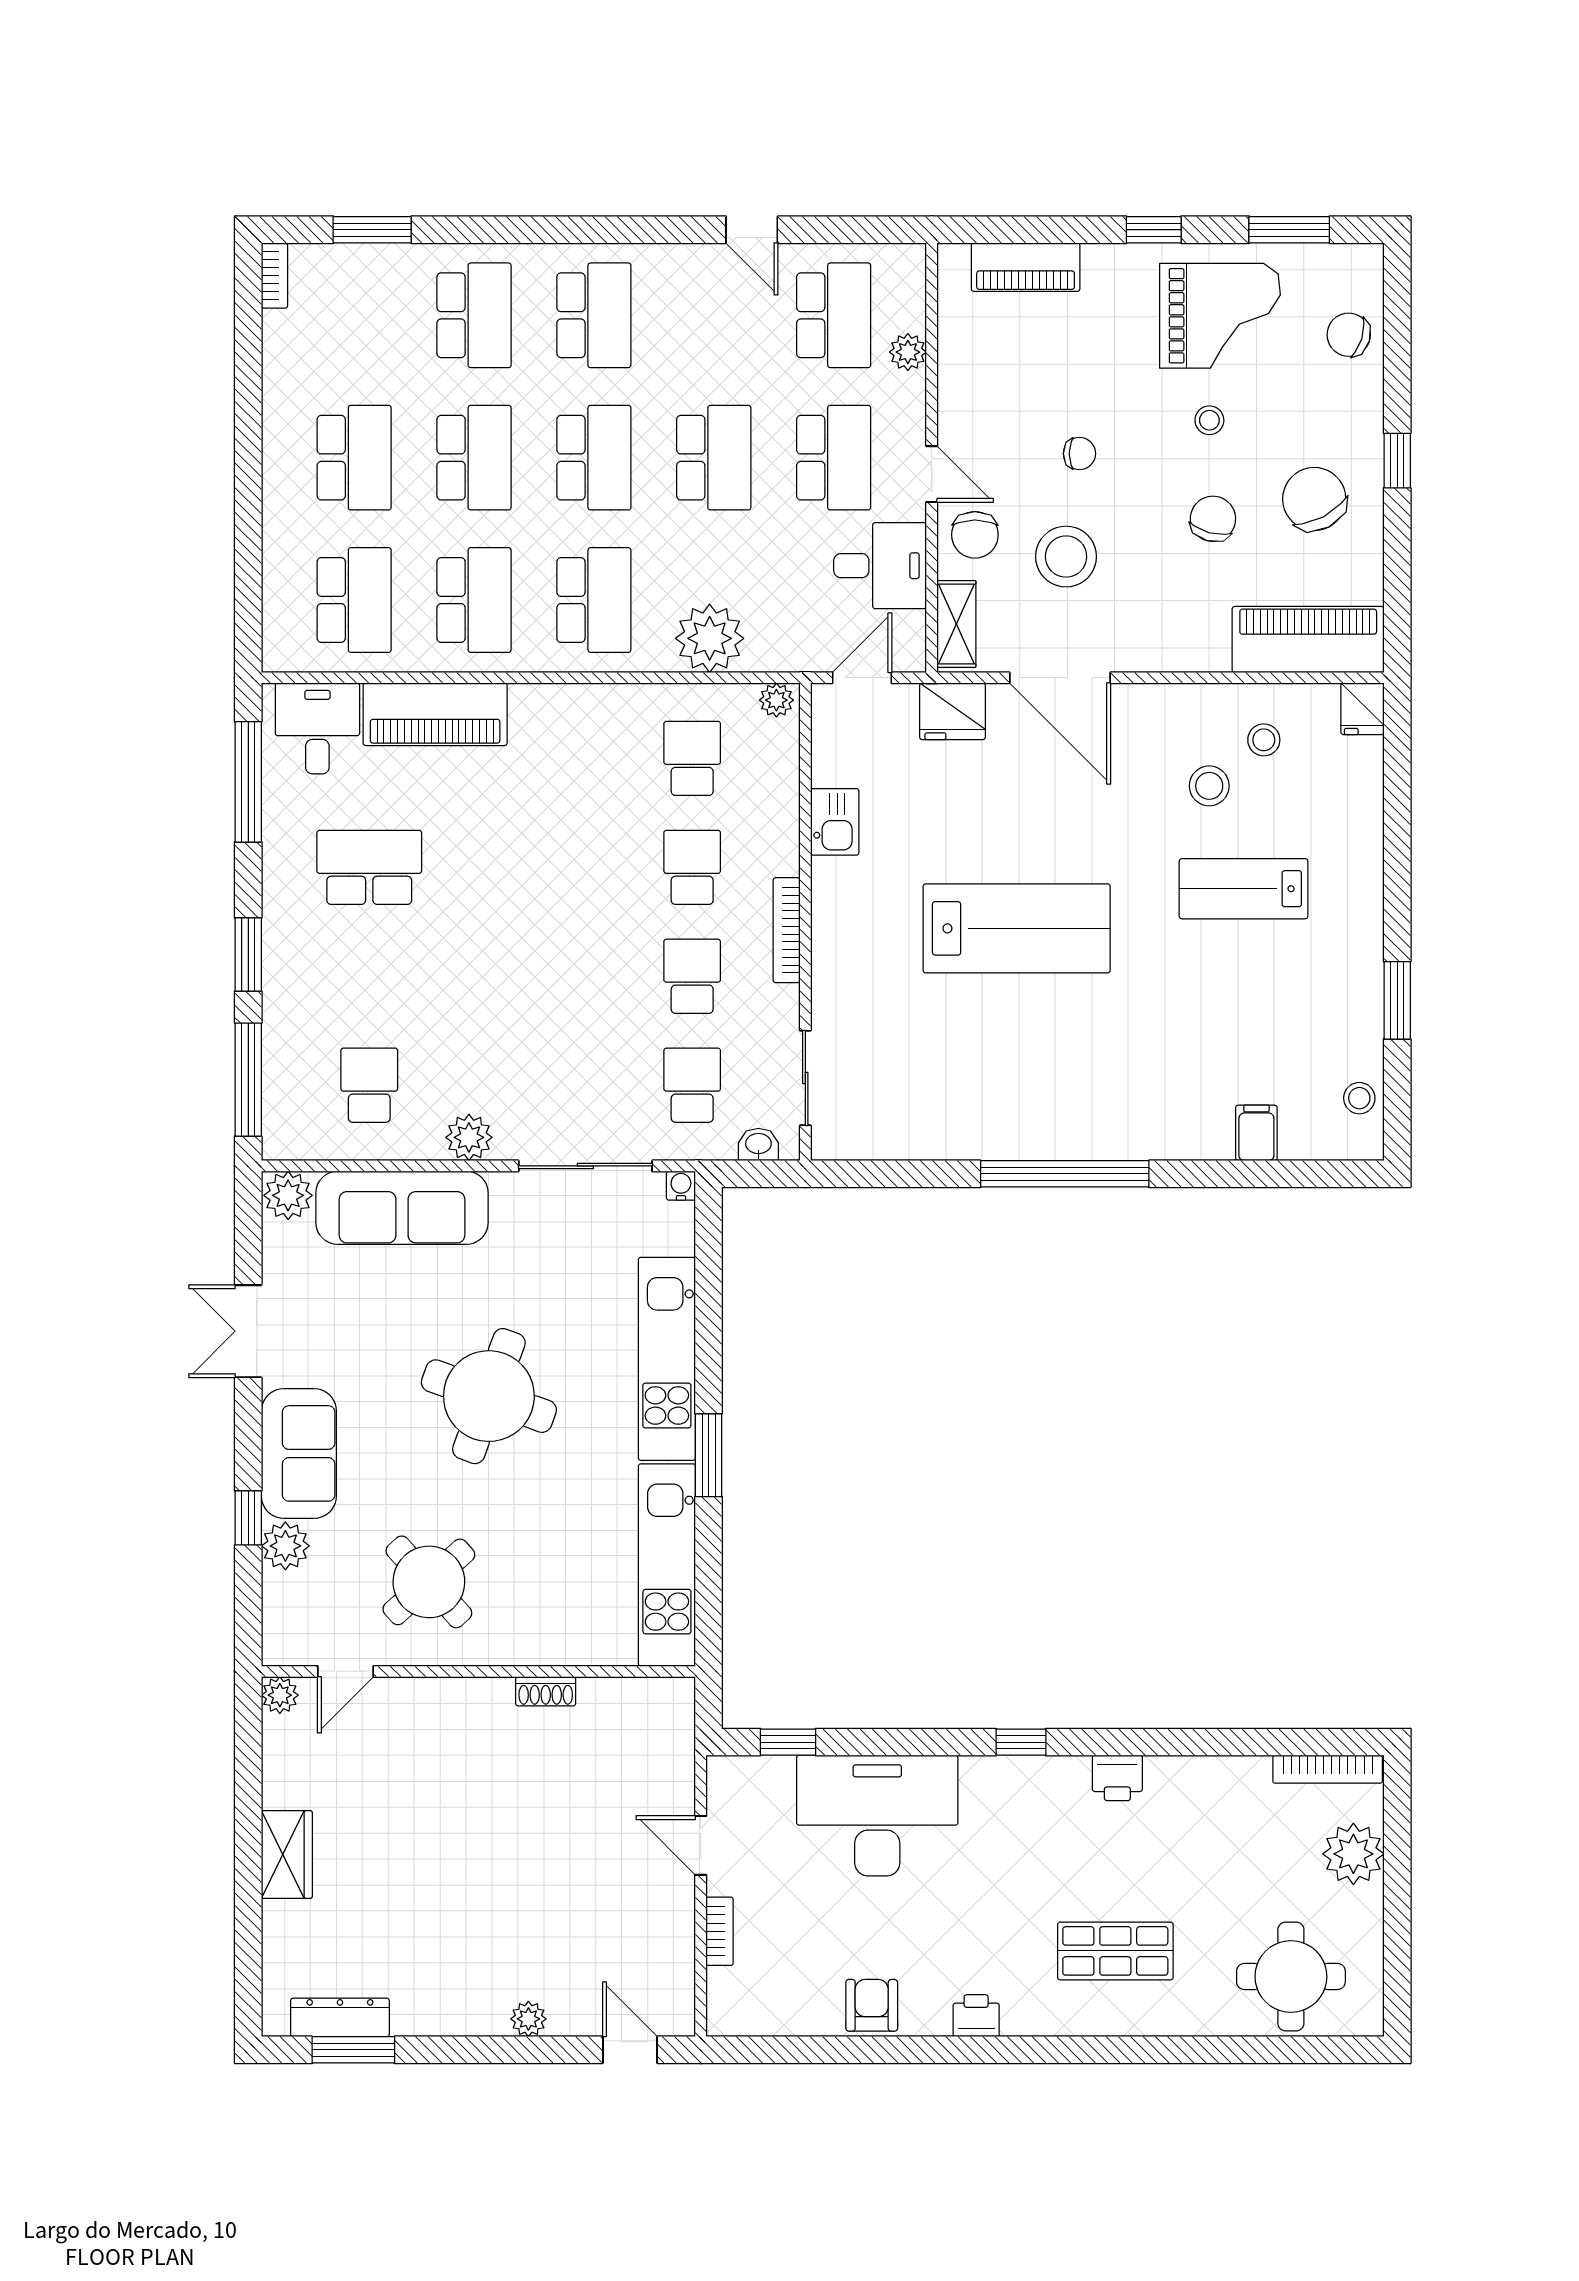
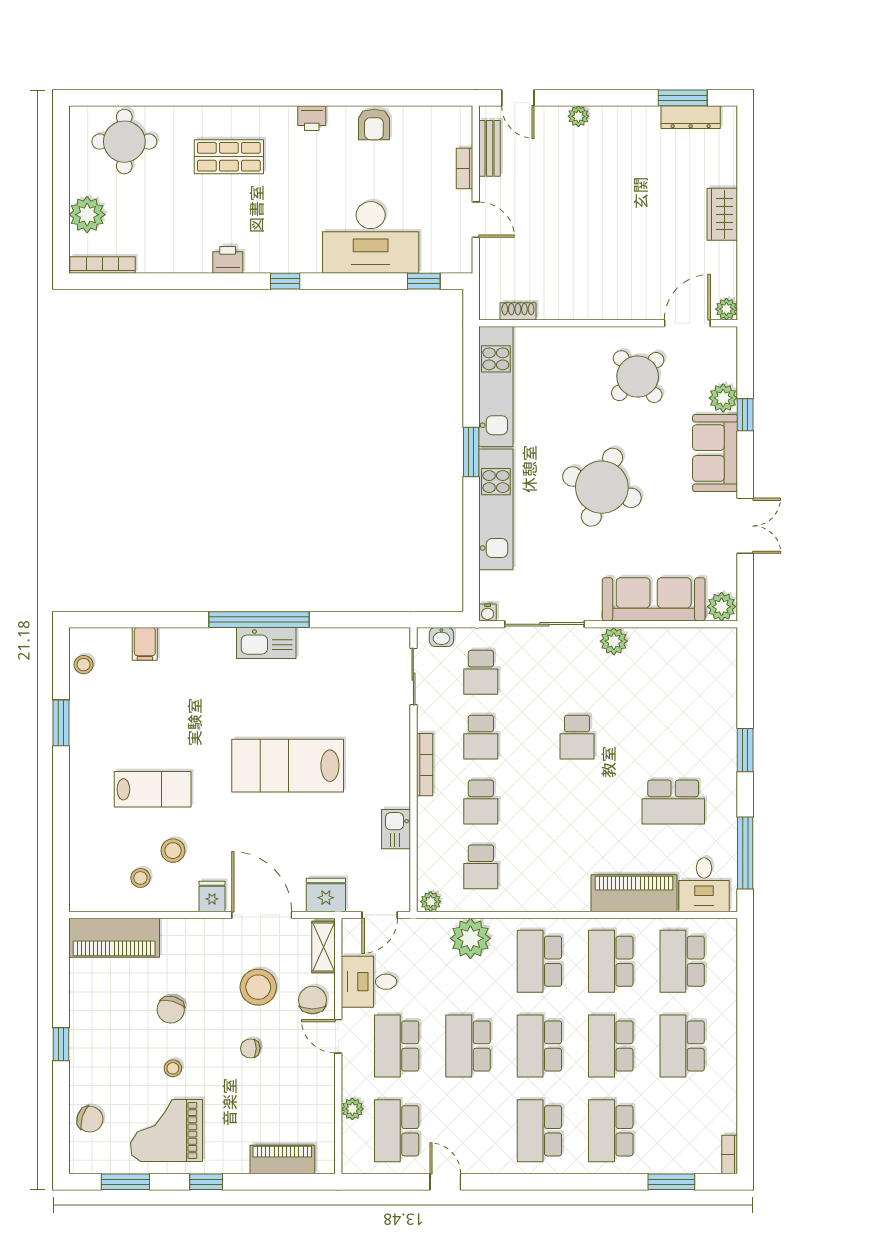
chair: (1314, 499) -> (110, 1021), removed
fridge: (1362, 709) -> (212, 896), moved
window: (248, 1080) -> (745, 676), removed
school desk: (369, 1085) -> (577, 737), moved
kitchen sink: (1053, 1134) -> (266, 643), added
door: (346, 1671) -> (687, 323), width x1.38
shoe rack: (546, 1691) -> (518, 311), moved
bench: (678, 1965) -> (490, 148), added

